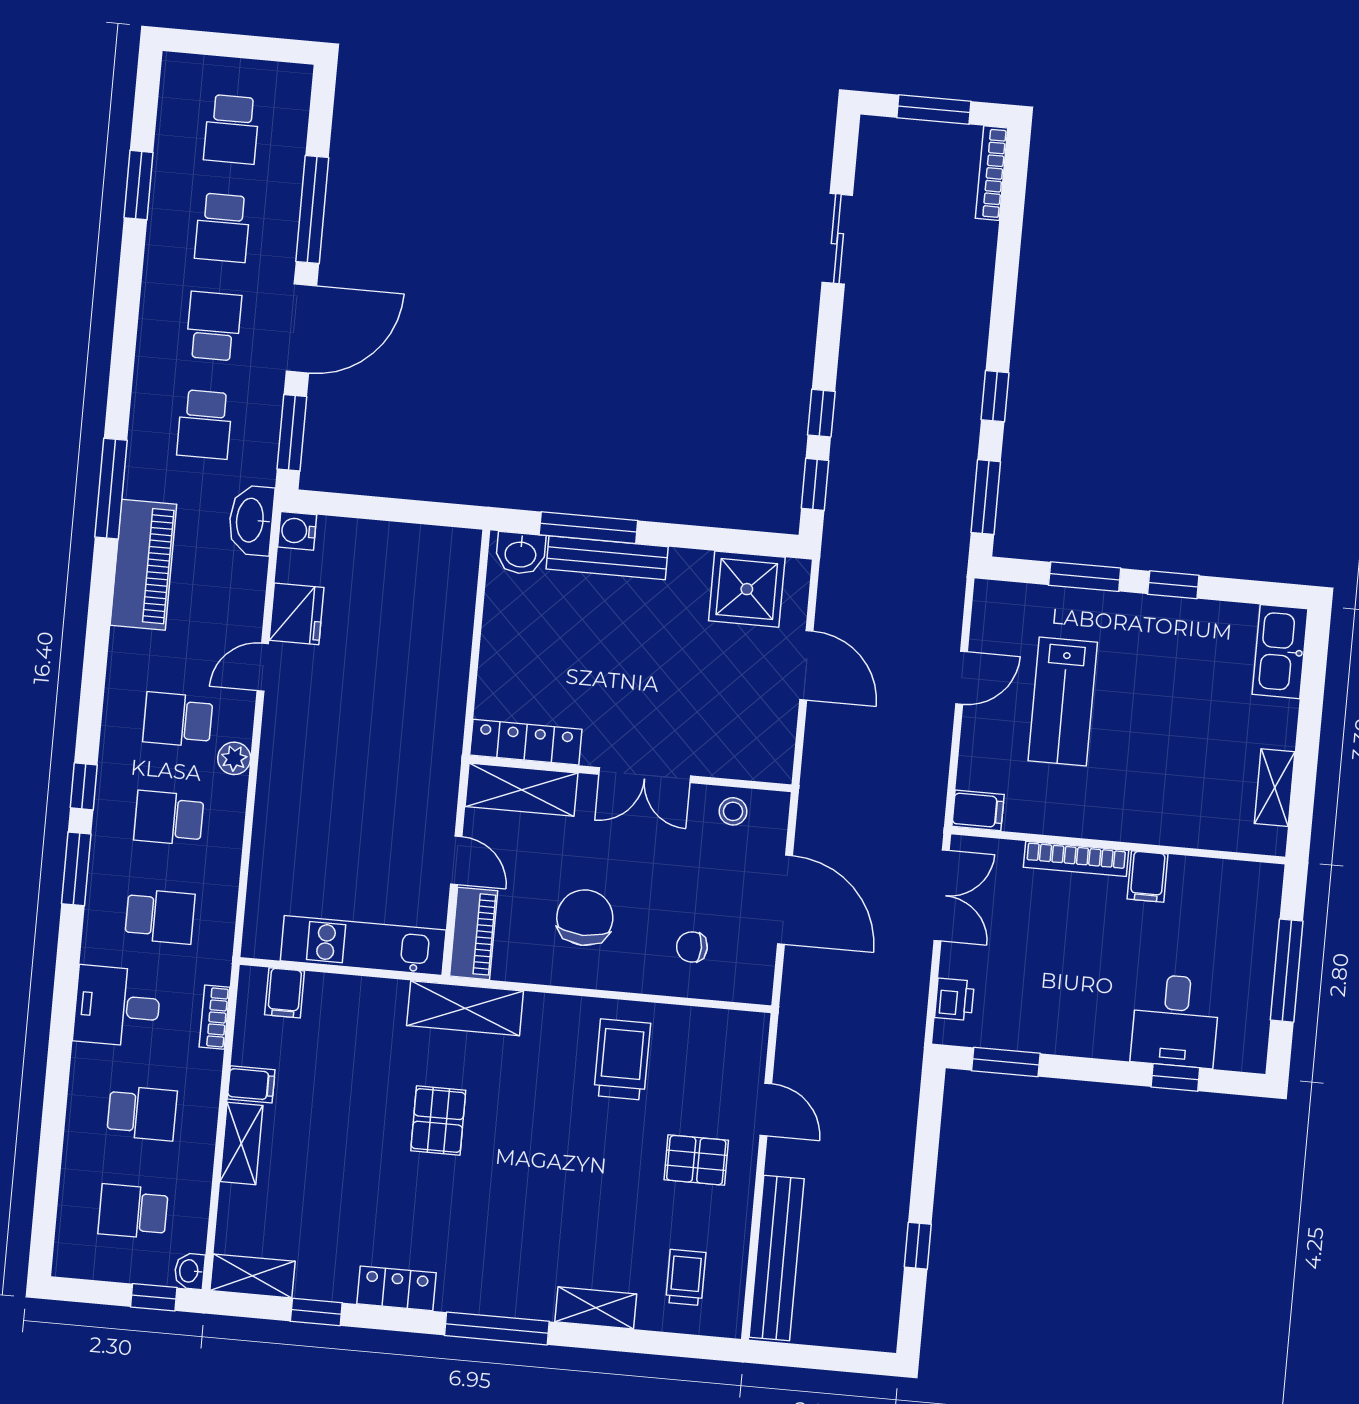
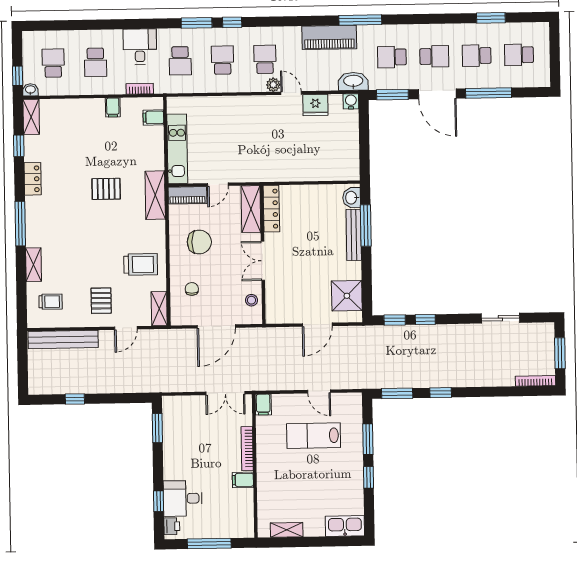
plant: (234, 758) -> (273, 85), moved
printer: (954, 999) -> (172, 526), moved, turned -90
shelving: (241, 1144) -> (159, 309), moved, turned 90

